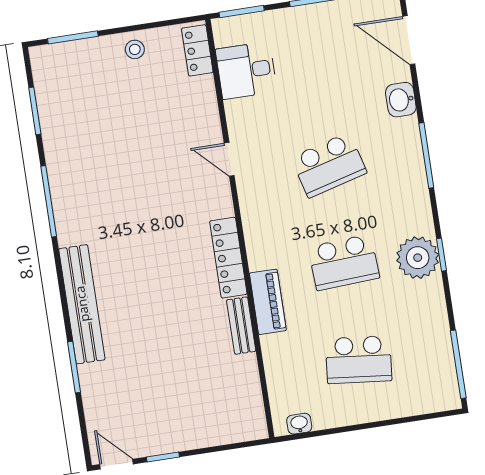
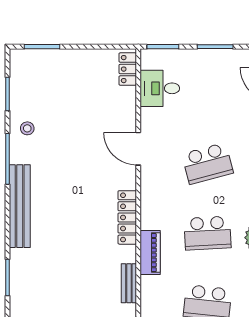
stool: (135, 49) -> (27, 128), moved
door: (229, 159) -> (138, 149), width x1.38
bench: (82, 304) -> (20, 206), moved
bench: (241, 326) -> (129, 283), moved

